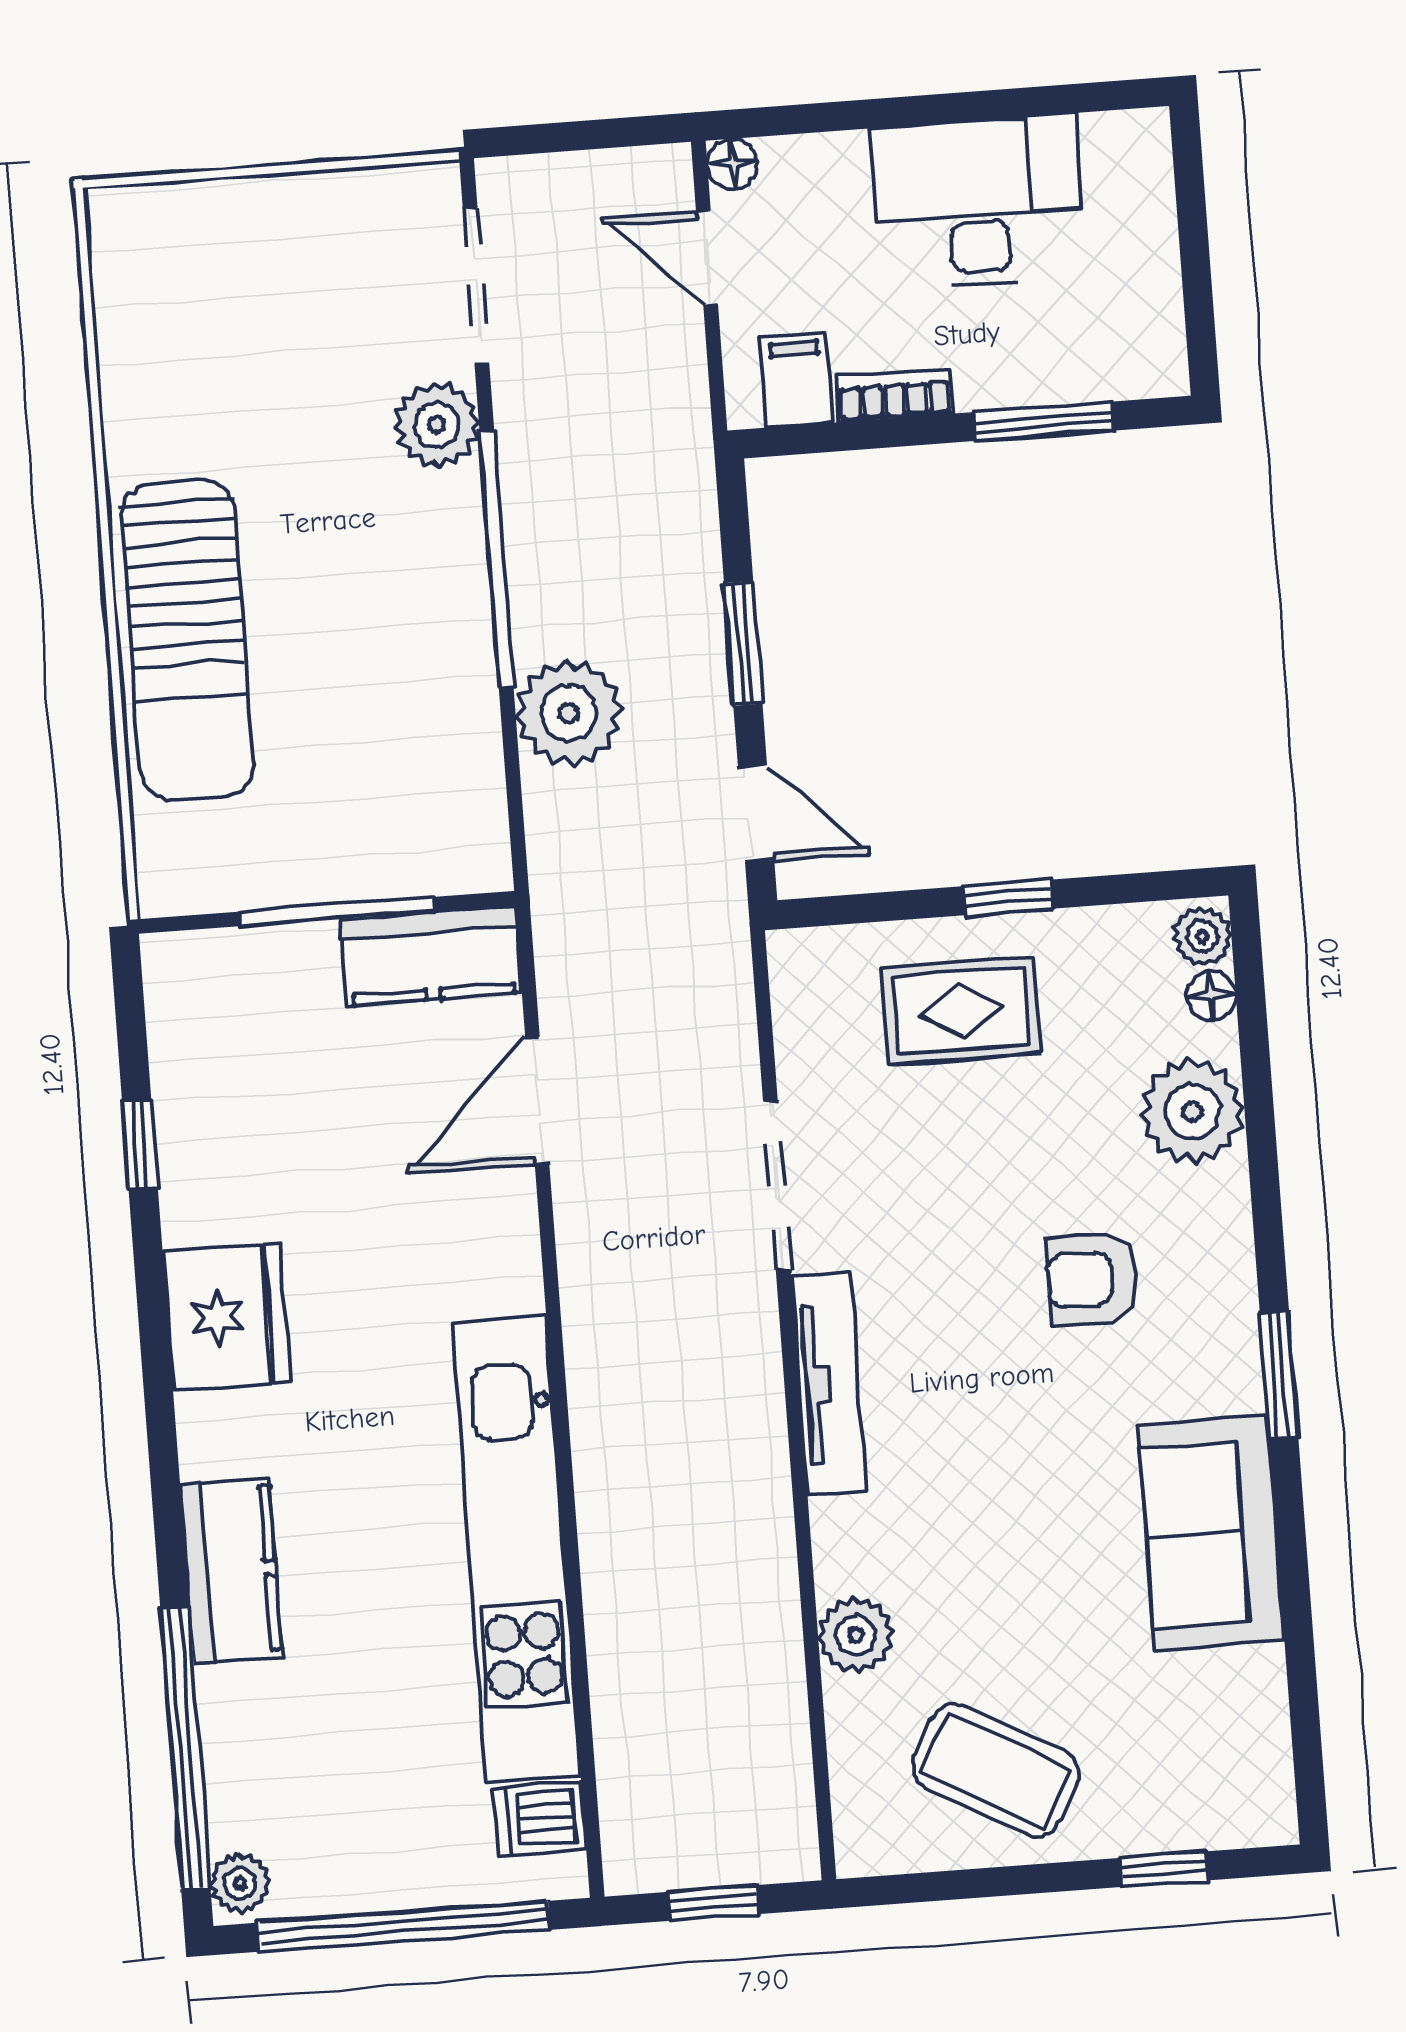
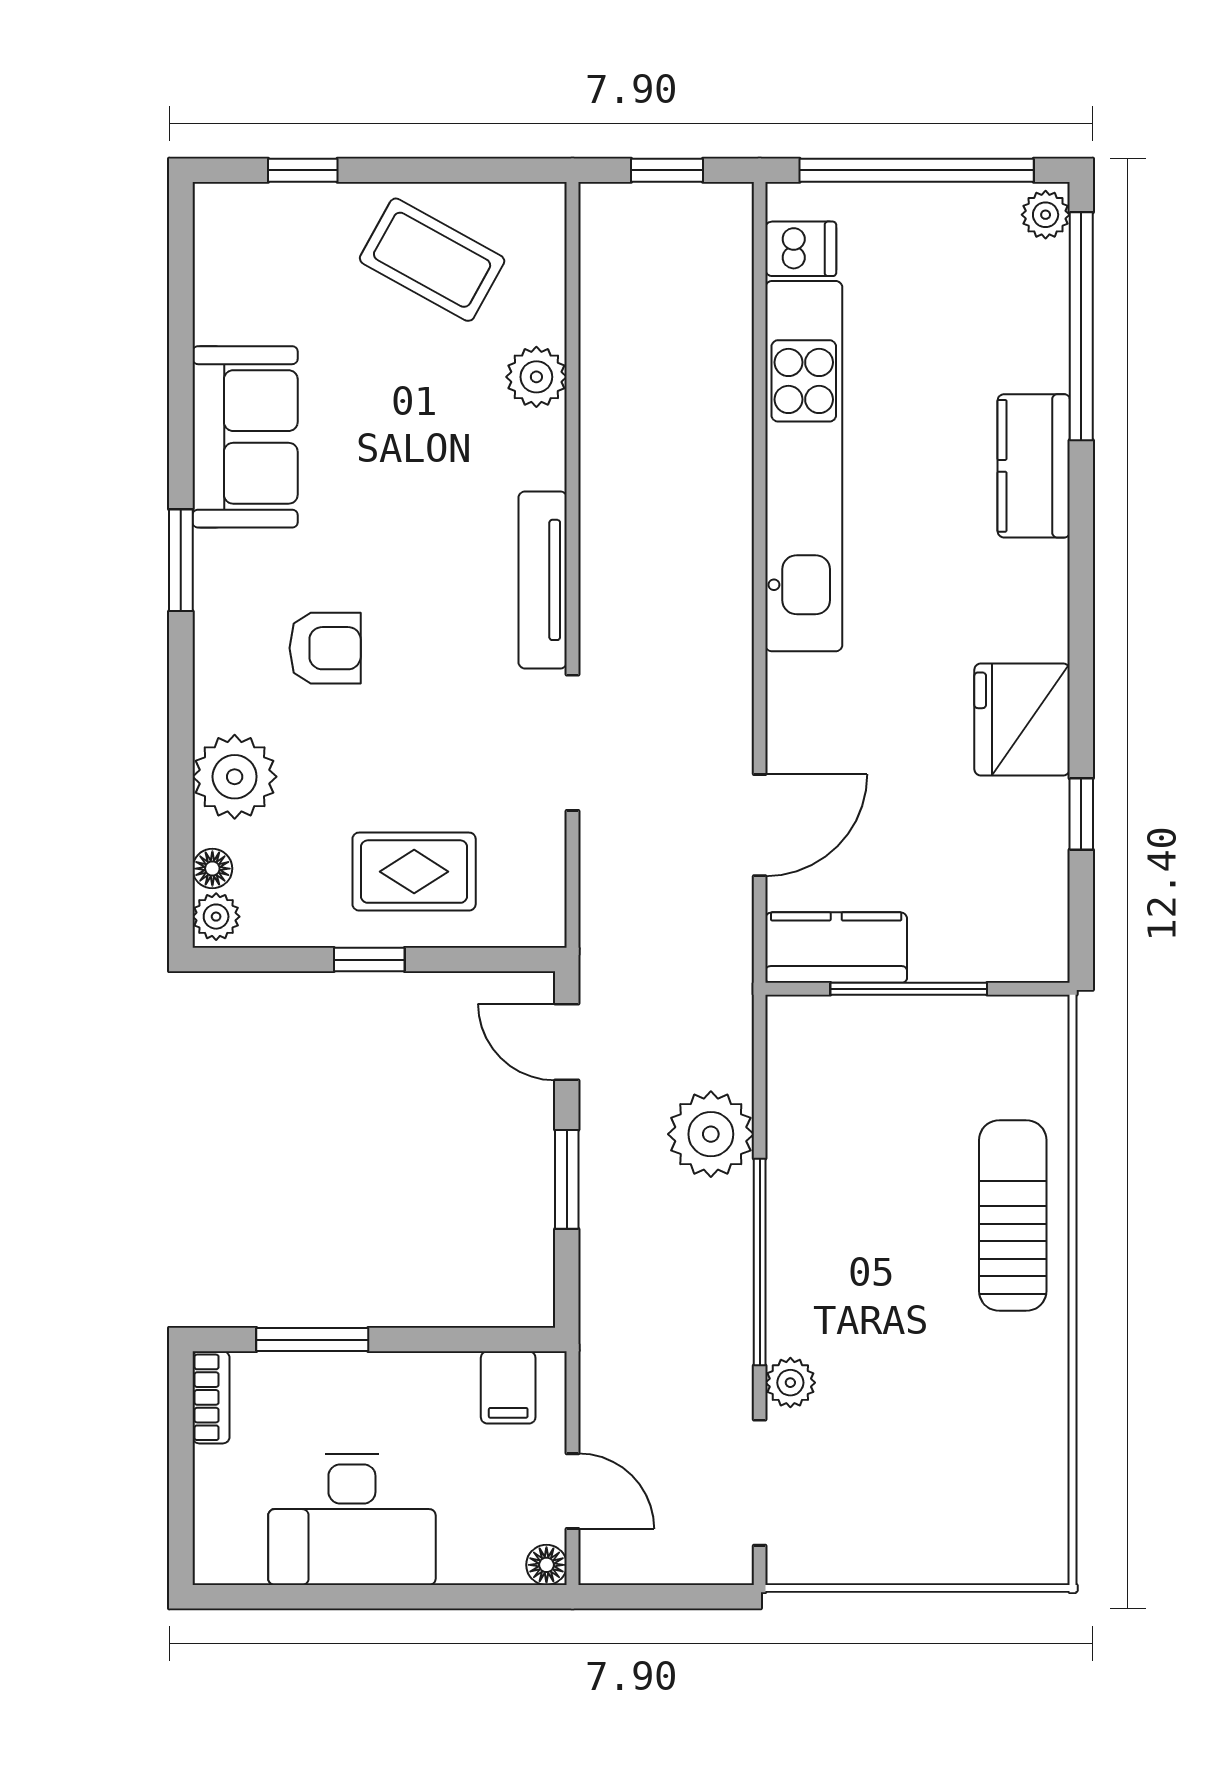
bookcase: (895, 395) -> (211, 1397), moved, turned -90
plant: (437, 425) -> (790, 1383), width x0.73, depth x0.73
sun lounger: (187, 640) -> (1013, 1216), width x0.73, depth x0.75
fridge: (227, 1317) -> (1022, 719), moved

